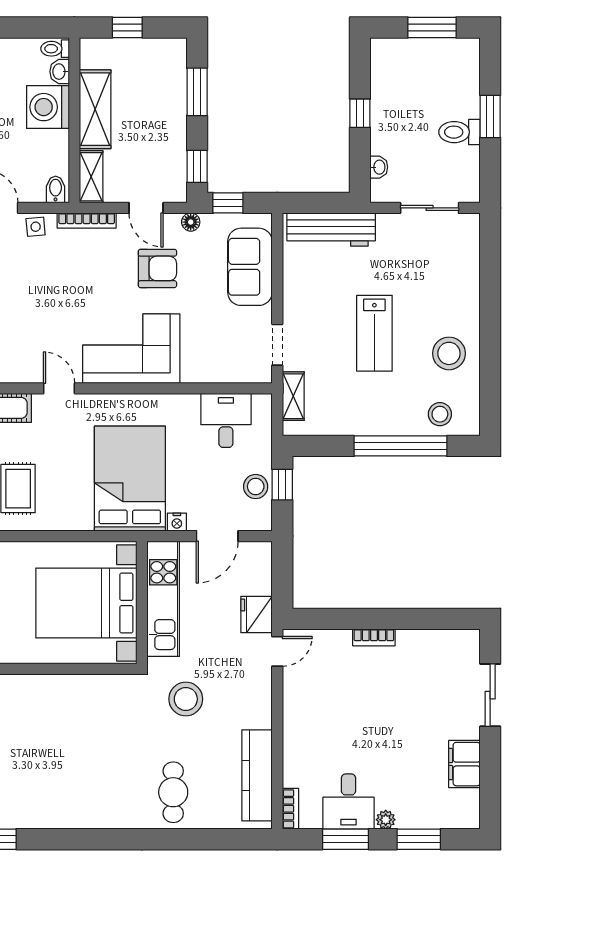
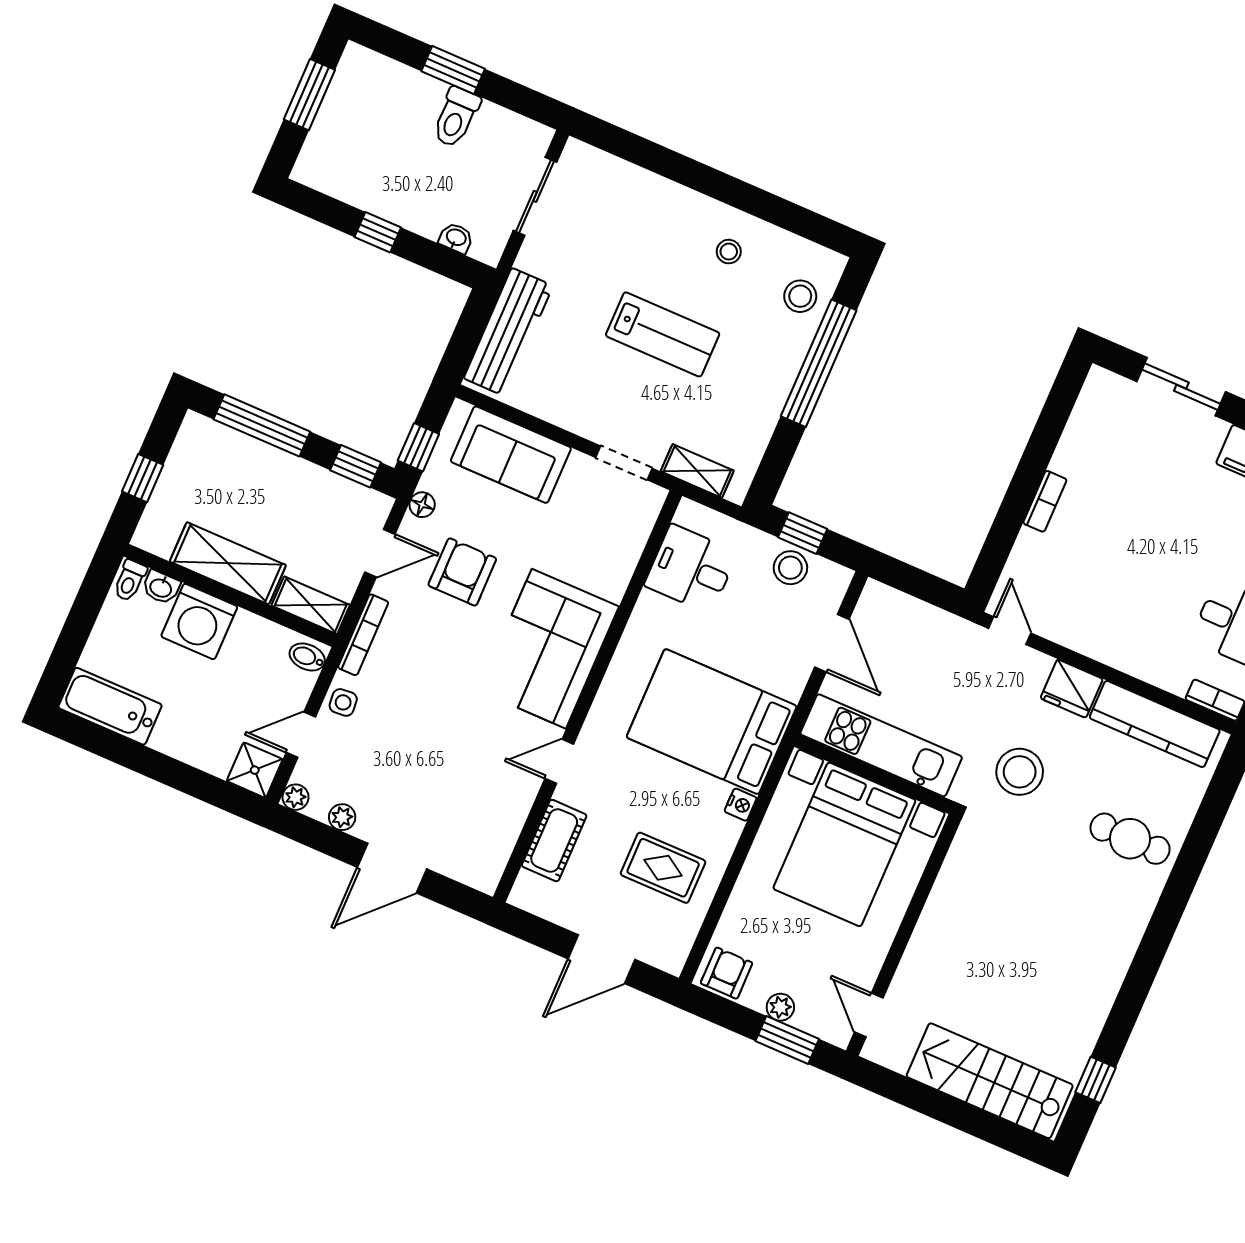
window: (197, 92) -> (262, 425), width x1.44
stool: (449, 353) -> (729, 252), width x0.53, depth x0.53
nightstand: (177, 522) -> (741, 805), moved
fridge: (257, 614) -> (1072, 689), moved

